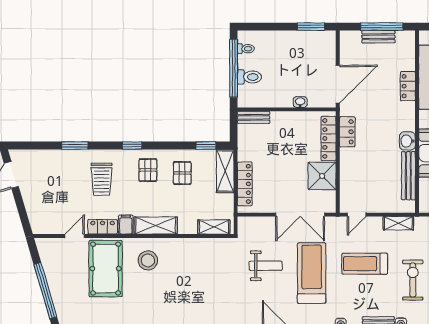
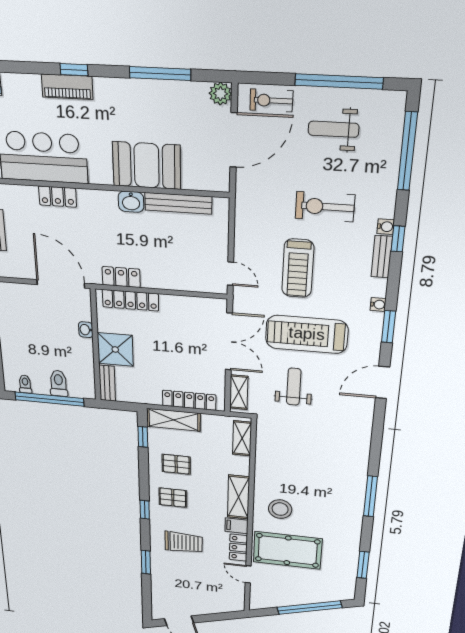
shower: (322, 176) -> (115, 349), moved
shelving: (398, 223) -> (239, 392), moved

